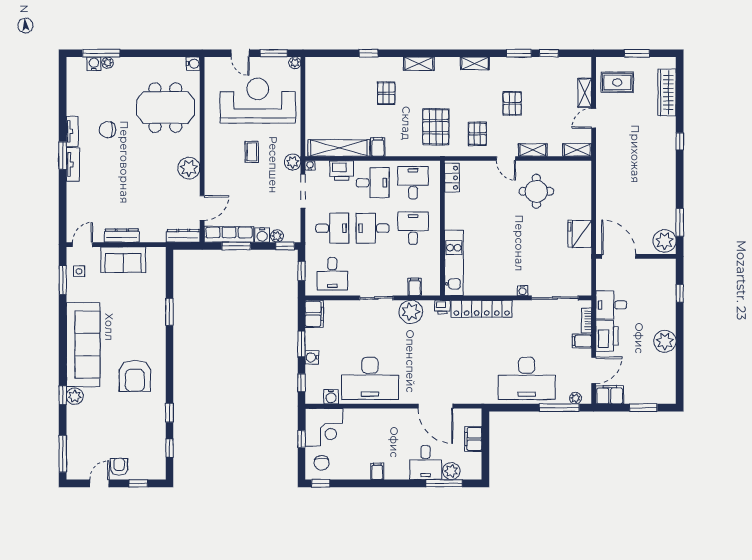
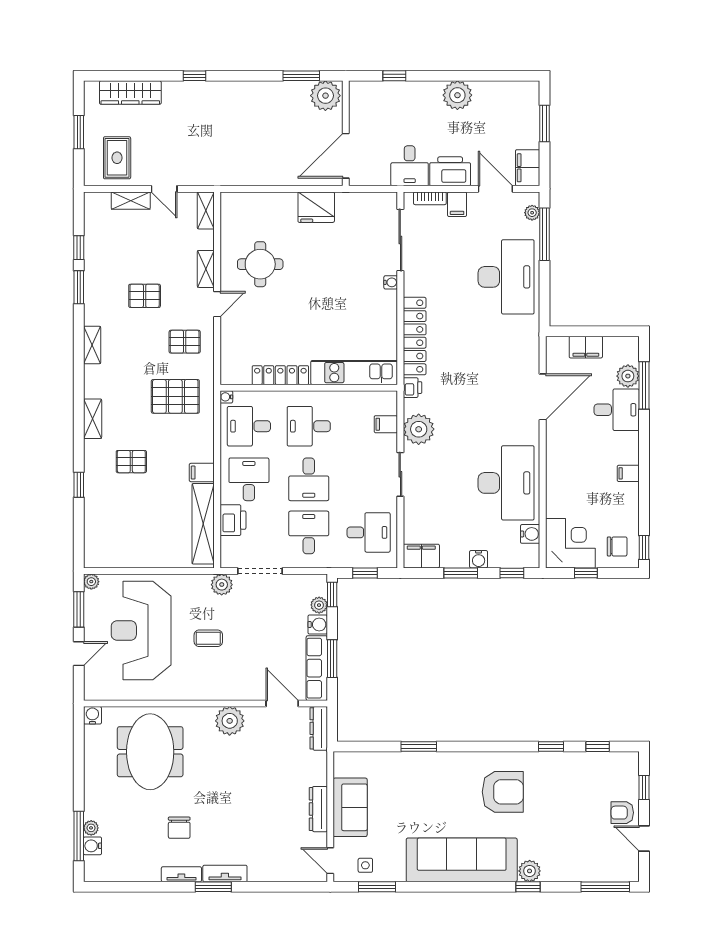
water cooler: (310, 166) -> (226, 397), moved
locker: (452, 178) -> (280, 375), moved, width x1.53

